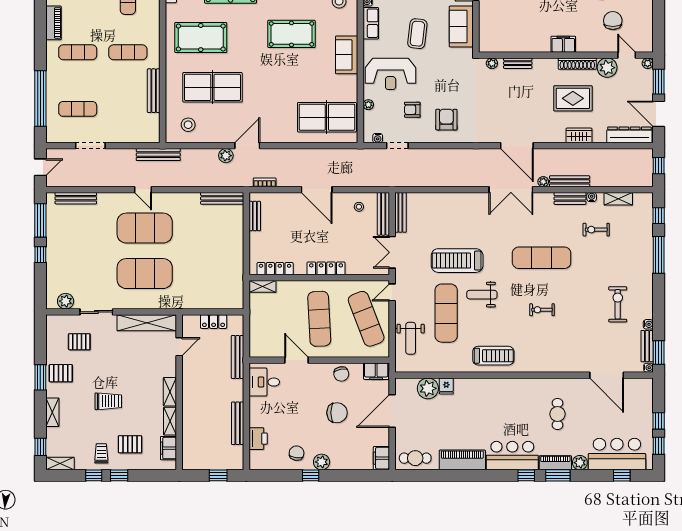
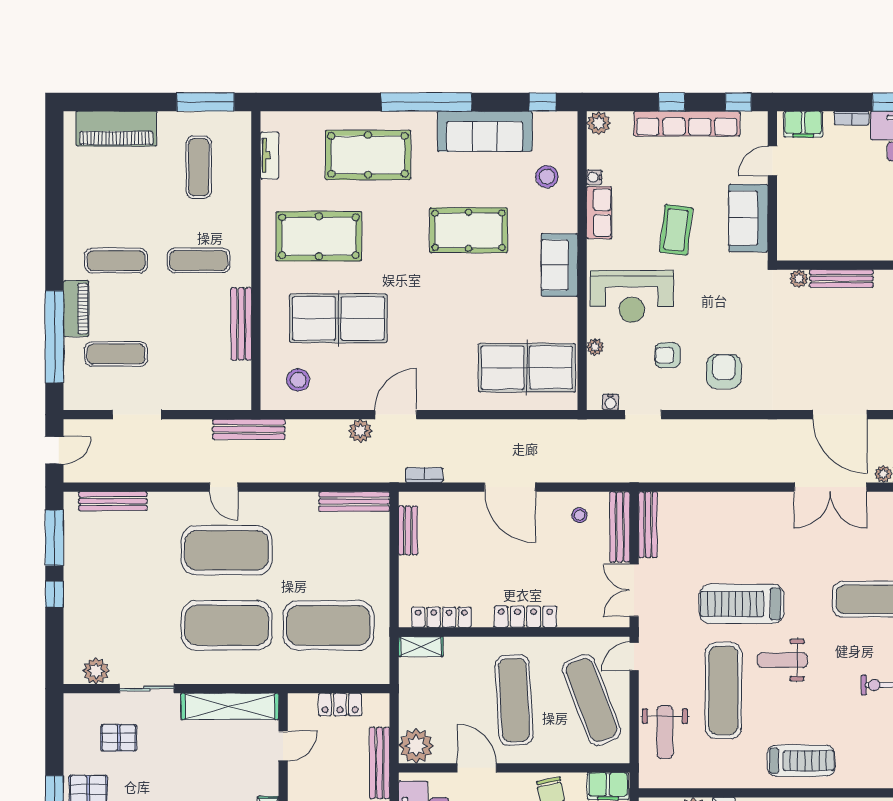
piano: (53, 23) -> (76, 309), moved
bench: (518, 63) -> (841, 278), width x1.36
exercise mat: (207, 274) -> (328, 625), added
plant: (260, 347) -> (416, 746), added

